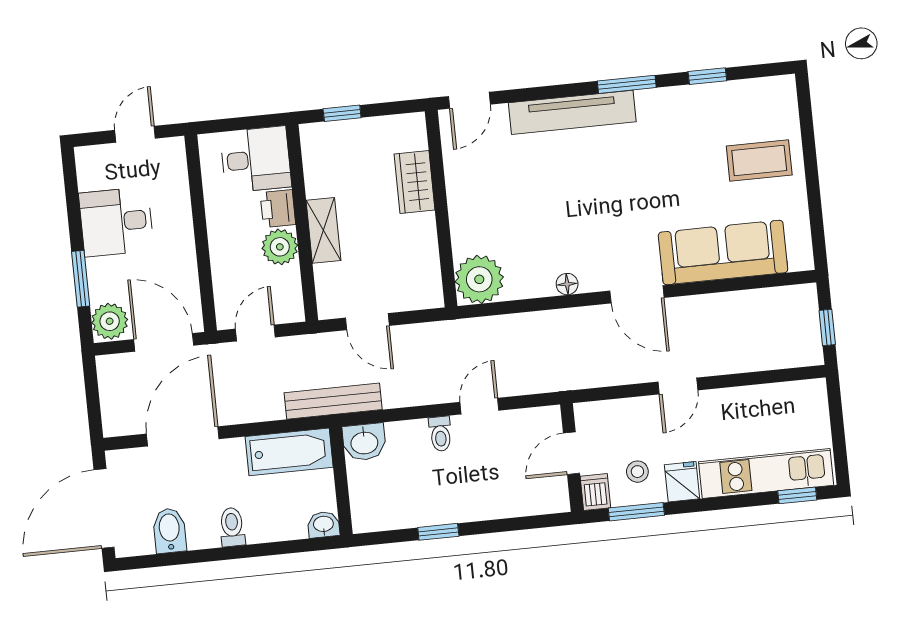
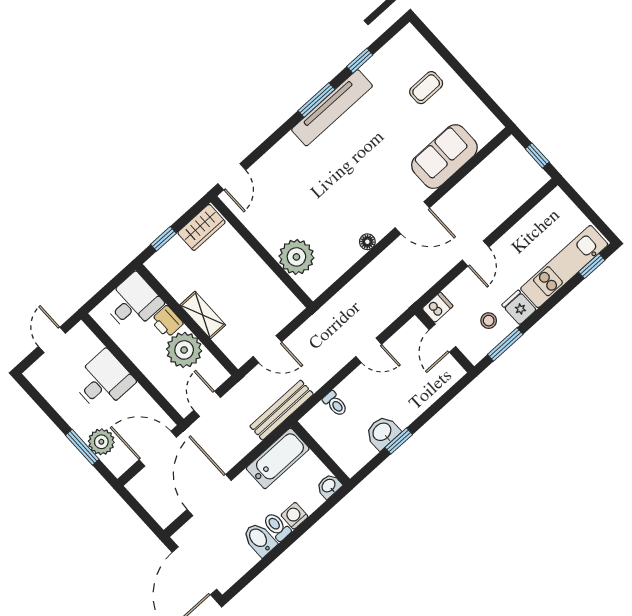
tv unit: (572, 112) -> (332, 108), moved
coffee table: (759, 161) -> (426, 88), width x0.73, depth x0.77
wardrobe: (415, 182) -> (202, 227), moved, turned -90
desk: (116, 222) -> (103, 381), moved, turned 180
plant: (280, 247) -> (184, 350), width x1.36, depth x1.36
sofa: (723, 252) -> (444, 157), width x0.73
plant: (479, 279) -> (296, 257), moved
plant: (110, 321) -> (101, 442), moved
door: (479, 406) -> (369, 350), swing flipped
toilet: (440, 434) -> (335, 404), moved
washbasin: (364, 442) -> (382, 432), moved, turned 180
dishwasher: (595, 492) -> (438, 307), moved, turned 90
washing machine: (261, 530) -> (294, 516), added
bidet: (169, 531) -> (260, 539), moved

